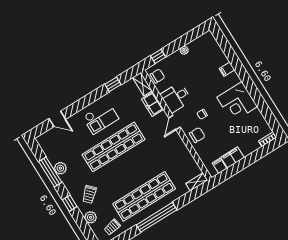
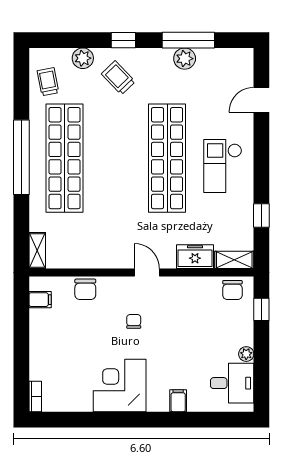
desk: (176, 97) -> (232, 383), moved, turned 90
chair: (197, 135) -> (85, 289), moved
filing cabinet: (232, 157) -> (41, 327), removed

